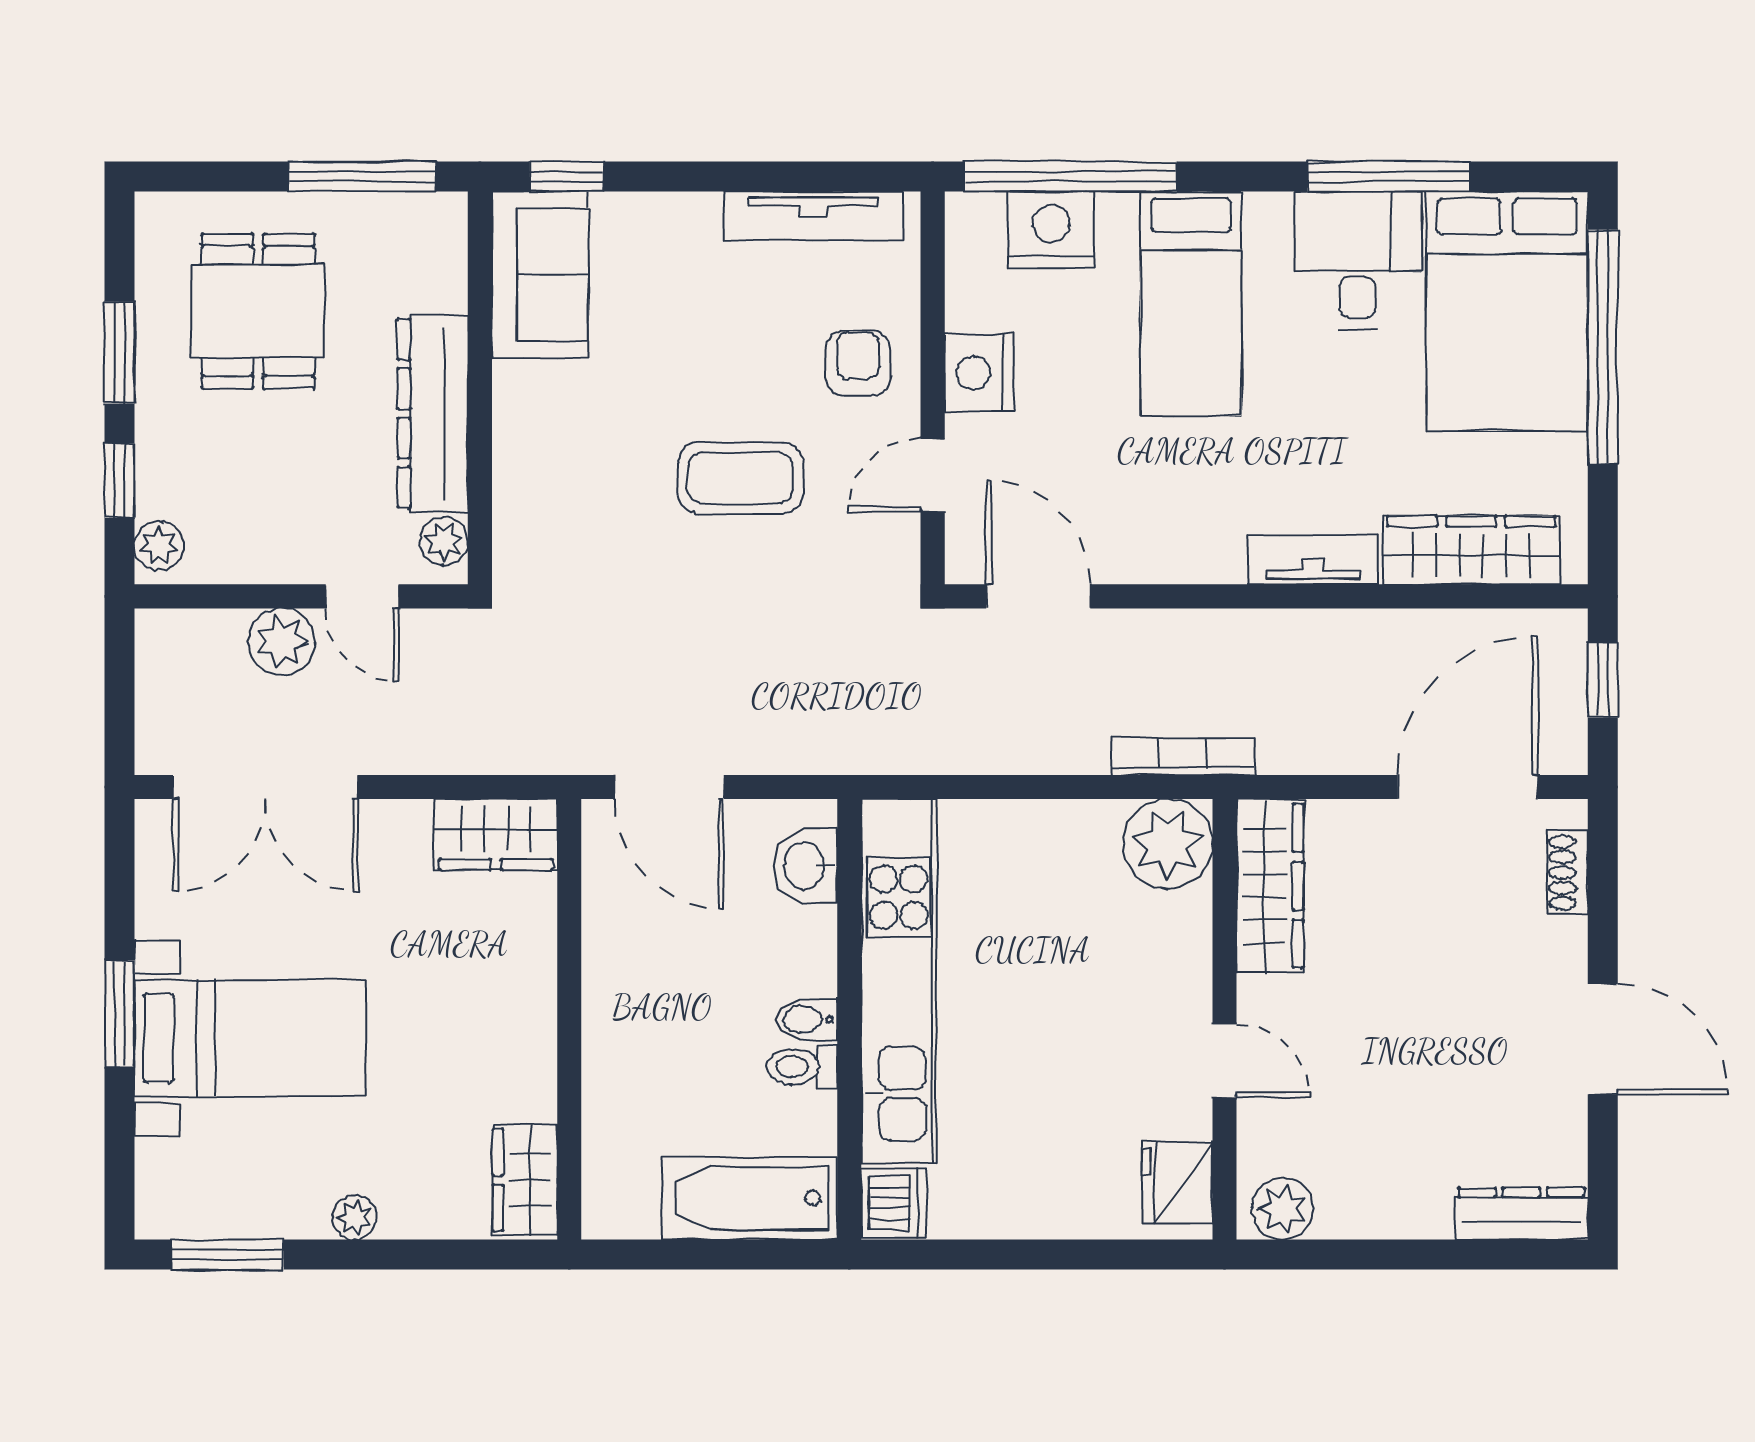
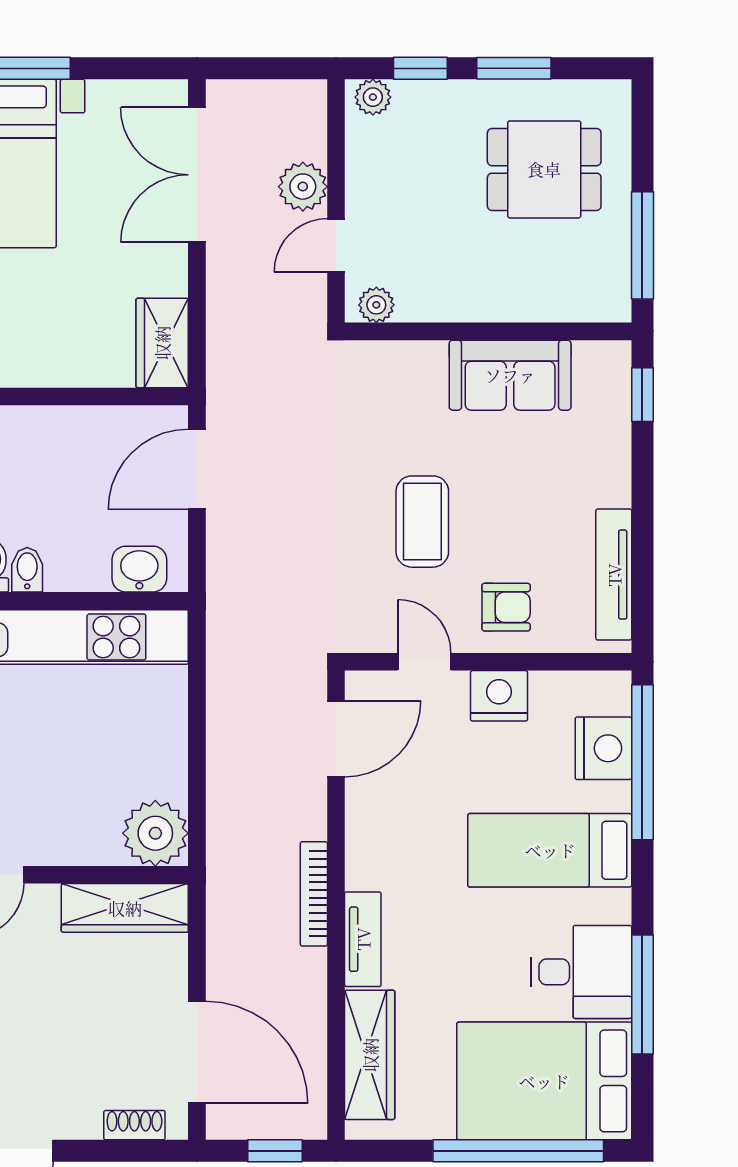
sofa: (540, 275) -> (510, 375), moved
dresser: (433, 413) -> (470, 297), removed
bookcase: (1183, 757) -> (314, 894), moved, turned 180

